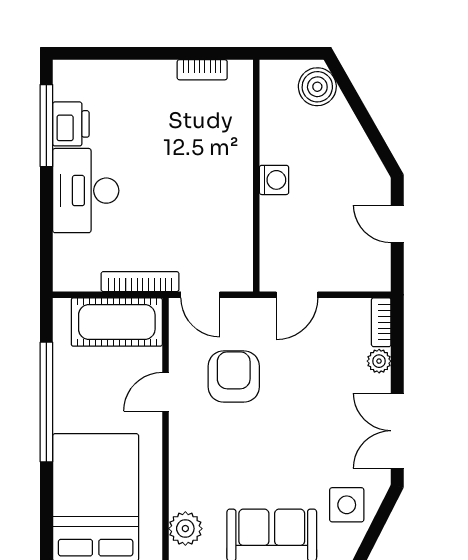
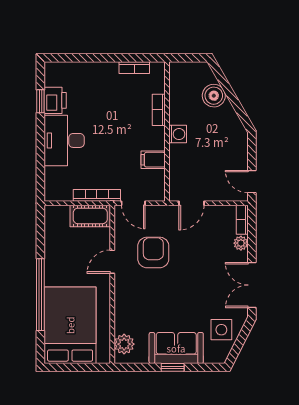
boiler: (317, 87) -> (214, 96), moved
window: (46, 126) -> (40, 101), width x0.46
bookcase: (243, 140) -> (159, 110), added
filing cabinet: (233, 223) -> (153, 160), added
door: (397, 224) -> (252, 182), moved
cot: (117, 322) -> (90, 216), width x0.73, depth x0.75
window: (46, 402) -> (40, 295), moved

